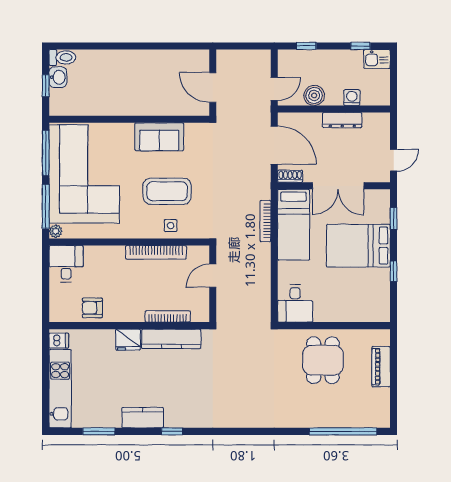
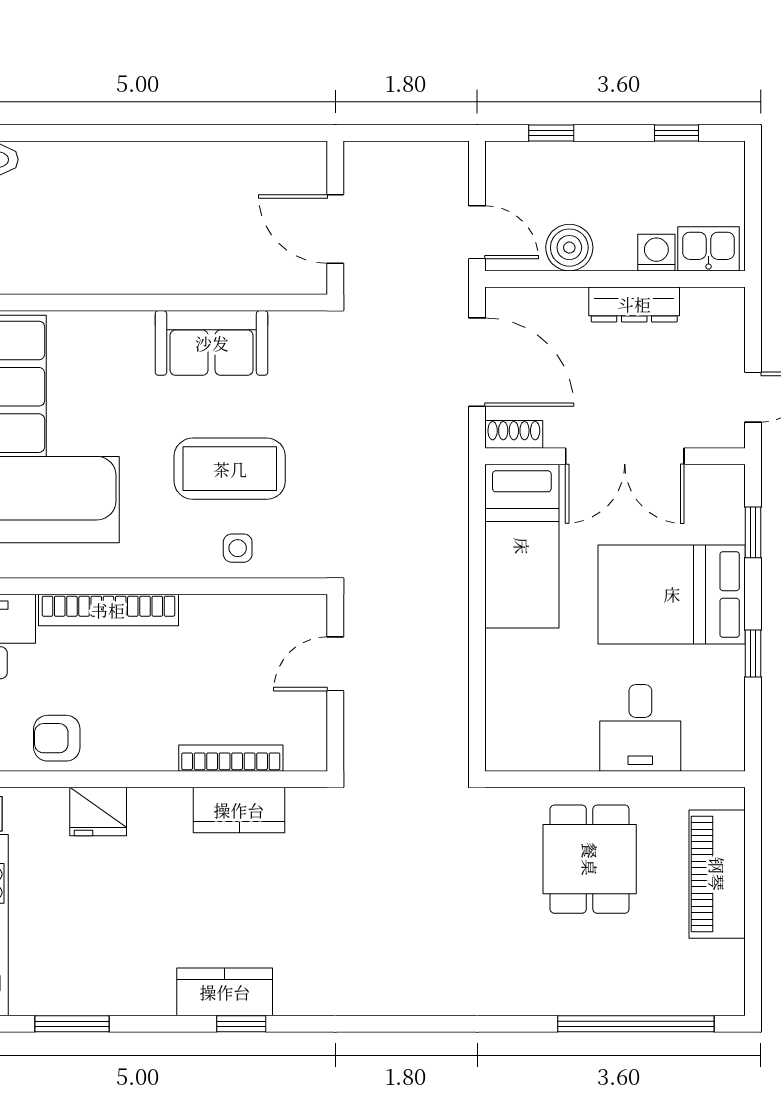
kitchen sink: (377, 59) -> (709, 249), moved, turned 180
door: (274, 89) -> (477, 232), hinge flipped
bookcase: (265, 221) -> (457, 538), removed
bookcase: (156, 252) -> (108, 610), moved
desk: (295, 303) -> (640, 728), moved
kitchen counter: (171, 339) -> (239, 810), width x0.67
fridge: (128, 340) -> (98, 812), moved
piano: (381, 367) -> (717, 874), width x1.37, depth x1.33
kitchen counter: (143, 418) -> (225, 992), moved

